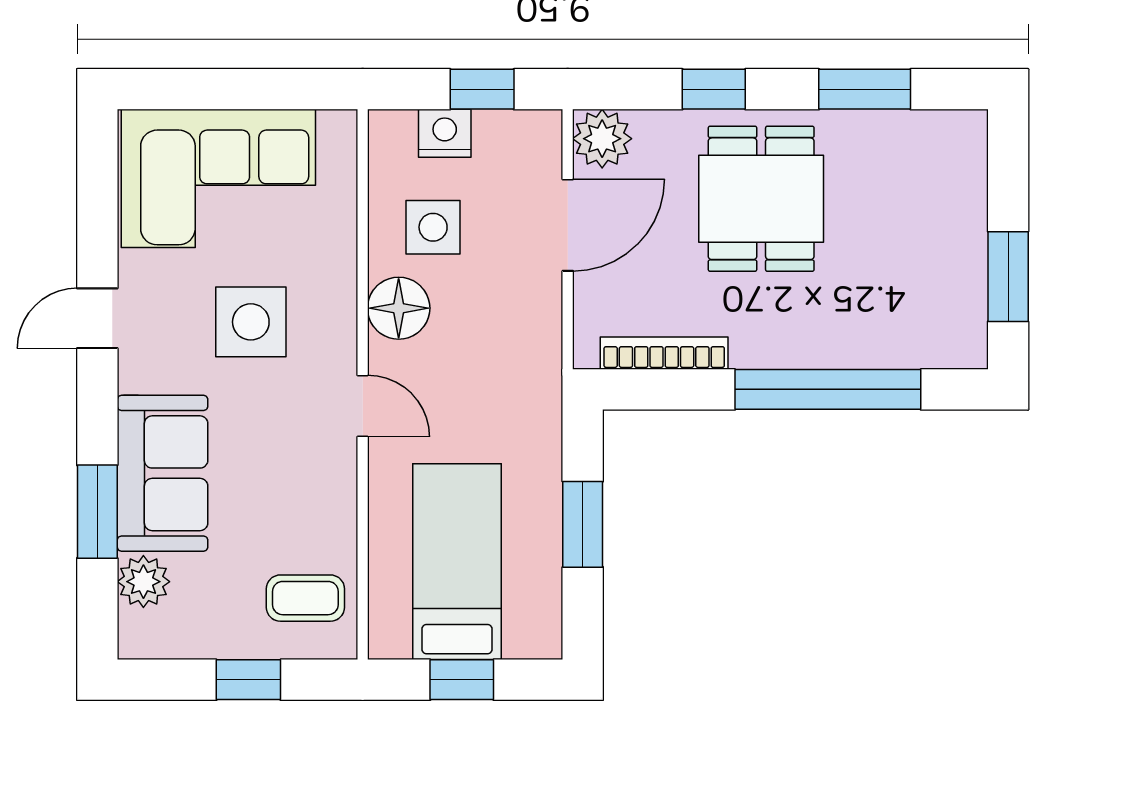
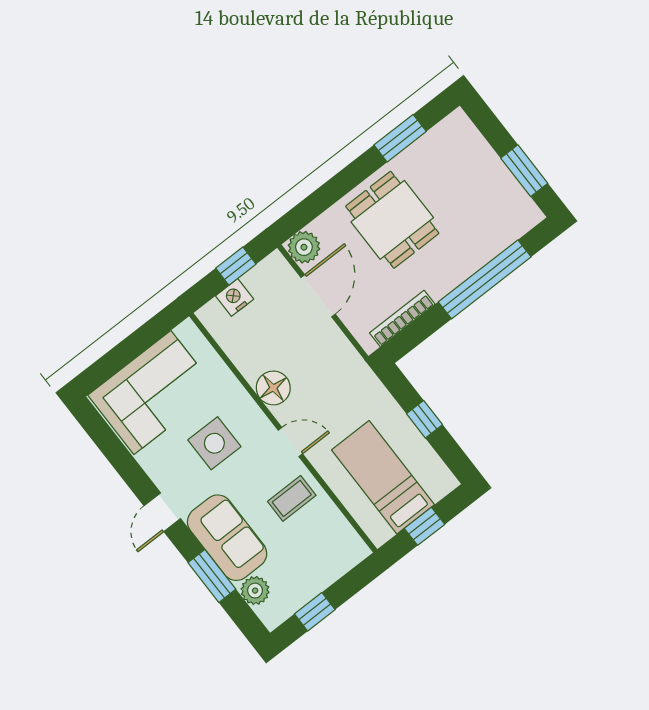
window: (714, 89) -> (335, 189), removed
side table: (433, 227) -> (261, 342), removed
door: (97, 318) -> (162, 512), moved
window: (583, 524) -> (424, 419), width x0.67
coffee table: (305, 598) -> (292, 498), moved
window: (248, 680) -> (315, 612), moved

